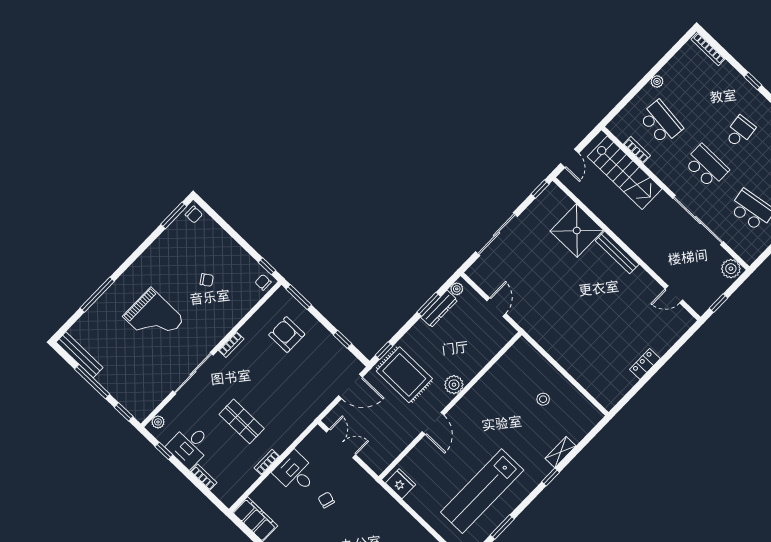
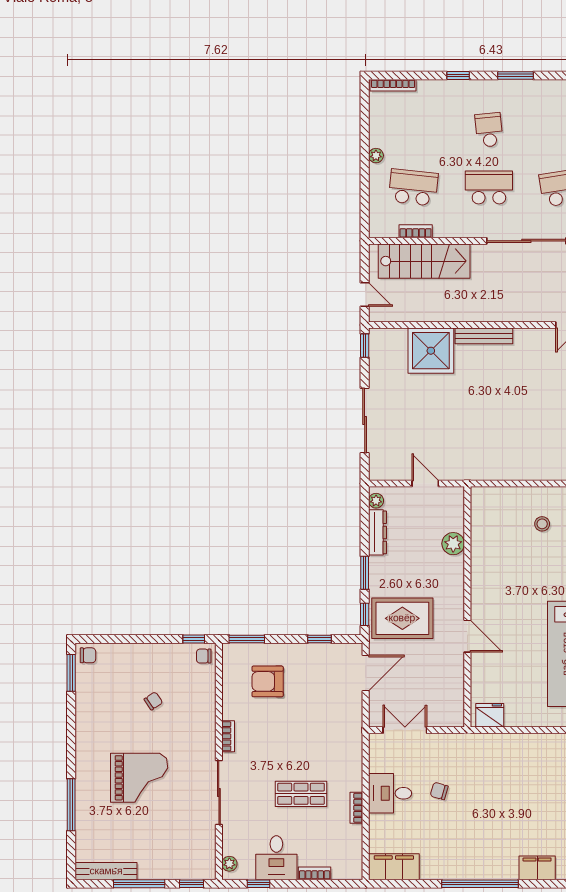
window: (429, 304) -> (365, 573), moved
plant: (454, 385) -> (453, 544), moved

